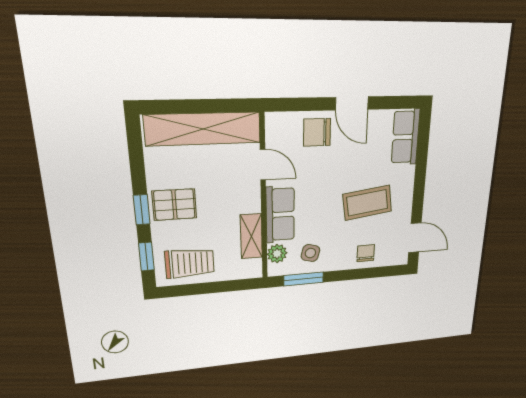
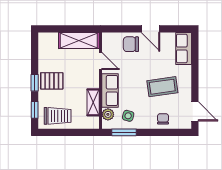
shelving: (203, 129) -> (79, 41), width x0.68

